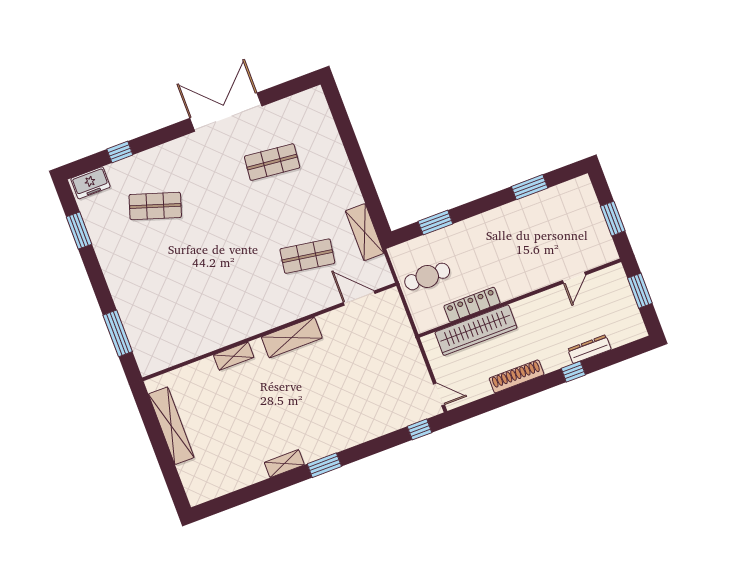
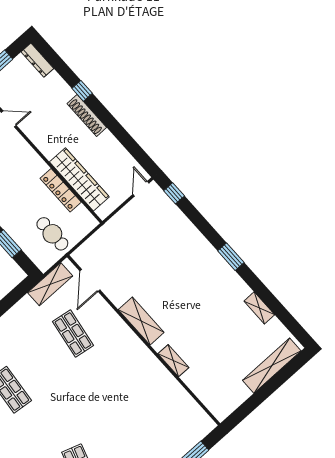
shelving: (365, 232) -> (50, 284), moved
dresser: (589, 349) -> (37, 60), moved
shoe rack: (517, 376) -> (87, 115), moved
shelving: (171, 426) -> (272, 366), moved
shelving: (284, 464) -> (259, 308), moved

